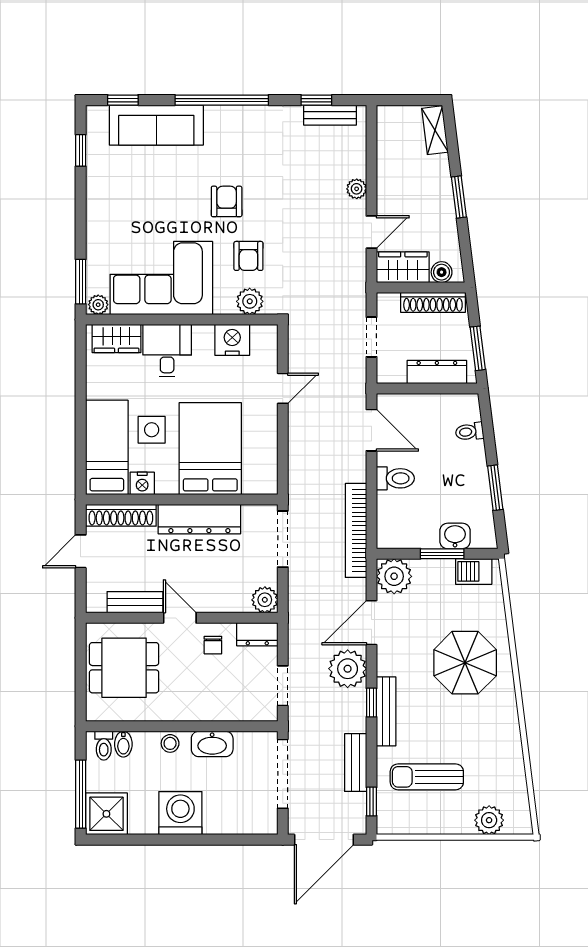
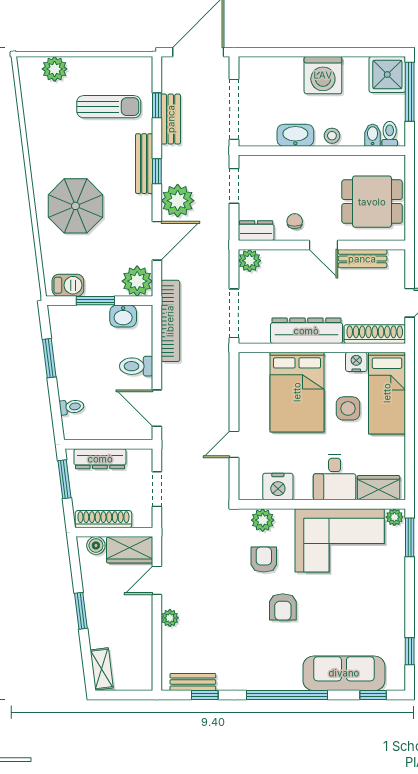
washbasin: (455, 536) -> (123, 316), moved
window: (372, 802) -> (157, 105), moved

